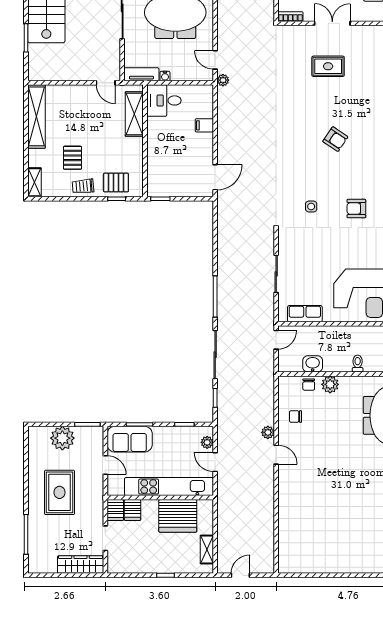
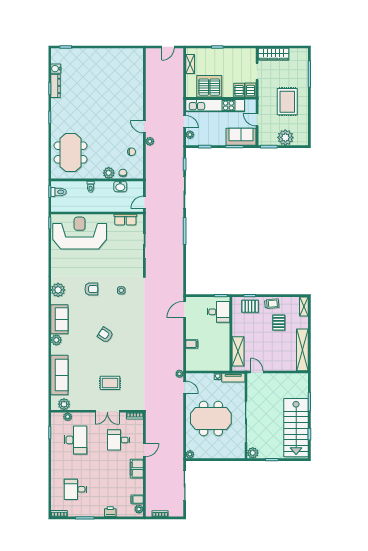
desk: (164, 100) -> (218, 312), moved

